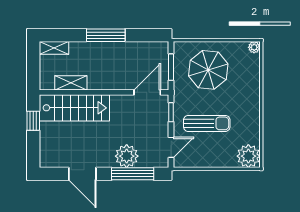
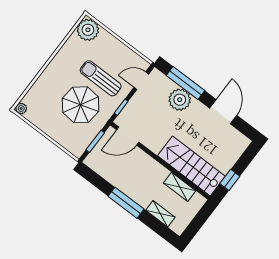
shelving: (54, 48) -> (160, 214), moved
parasol: (208, 70) -> (81, 105), moved

